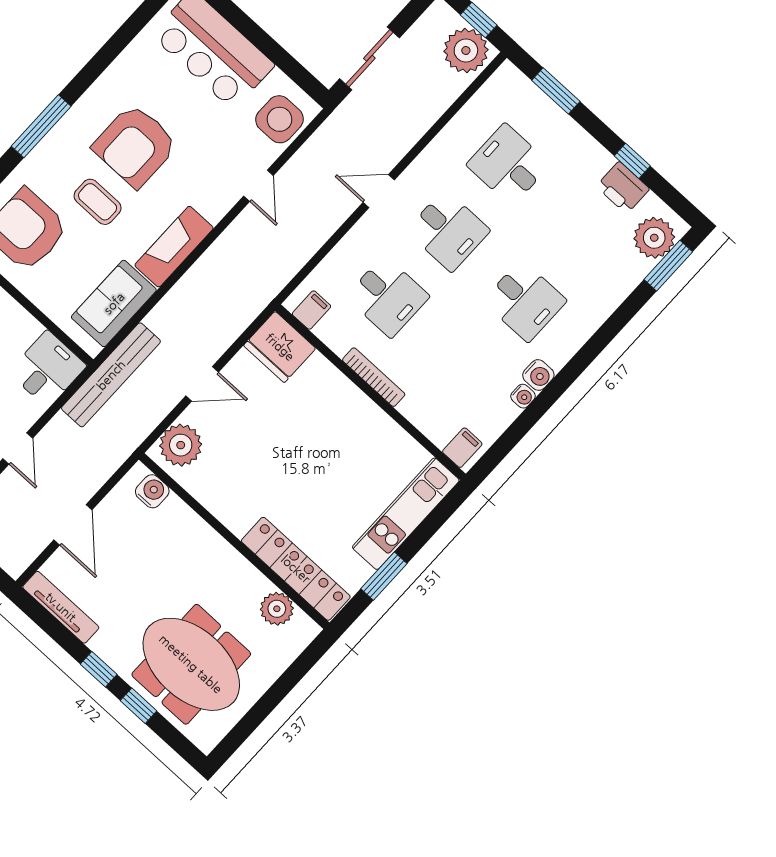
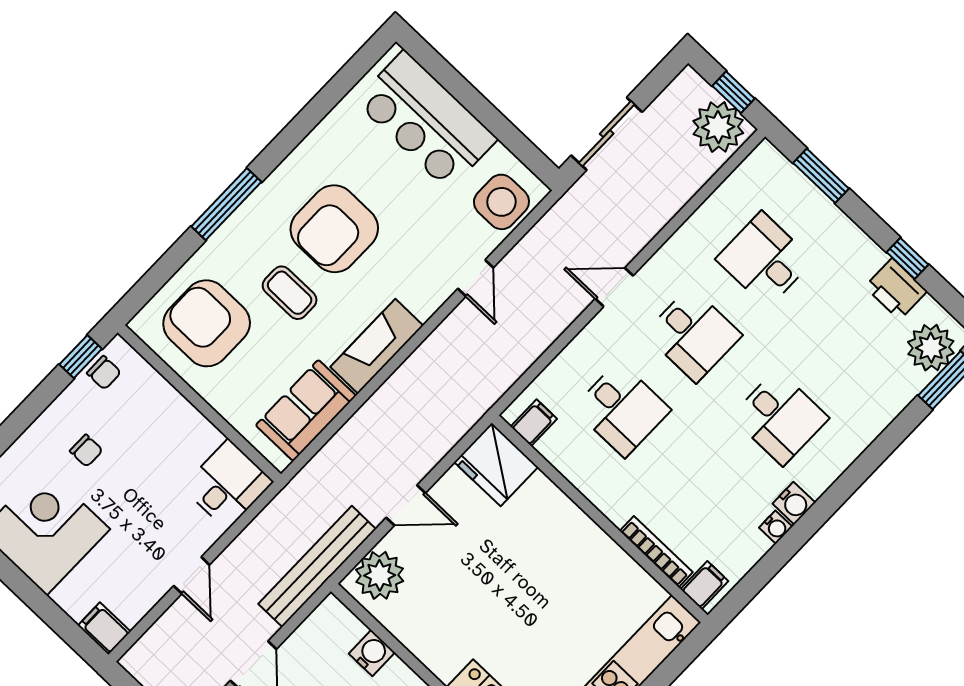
bench: (111, 375) -> (317, 566), moved
bookcase: (374, 377) -> (656, 552), moved
water cooler: (152, 491) -> (372, 653), moved

